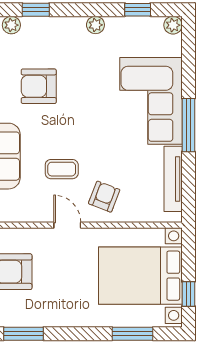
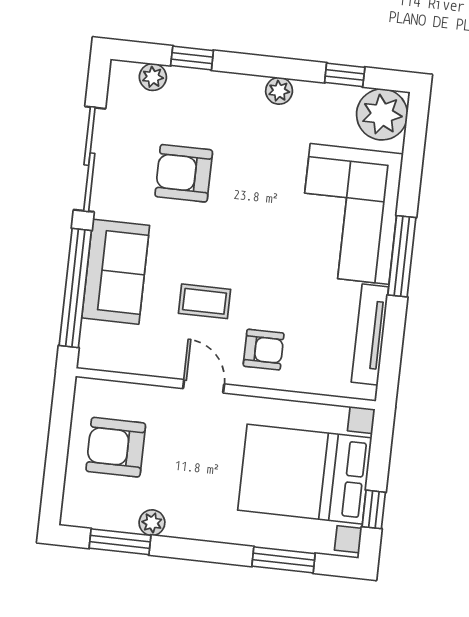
plant: (173, 25) -> (382, 114), width x1.88, depth x1.88
armchair: (104, 197) -> (264, 350), turned 69
plant: (43, 319) -> (152, 523), added

